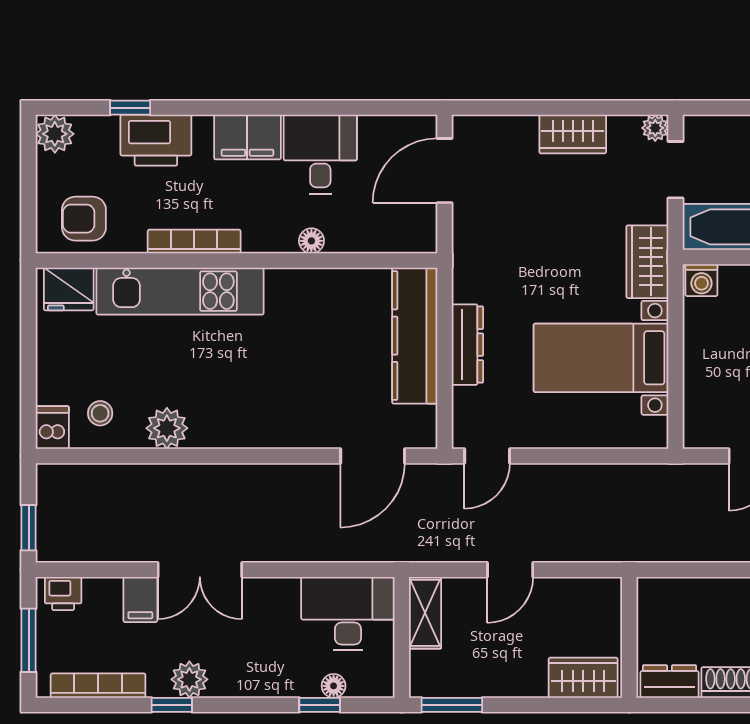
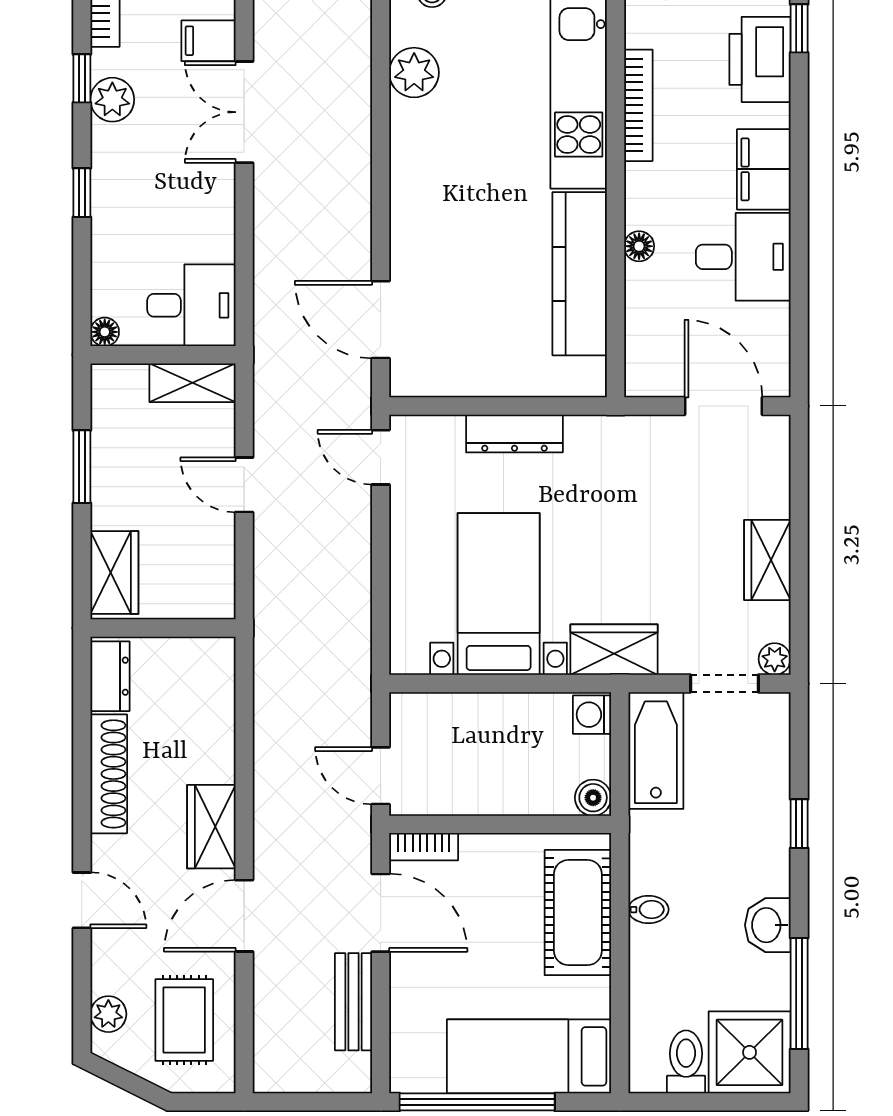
kitchen counter: (415, 336) -> (580, 274), moved, turned -90
desk: (348, 614) -> (191, 305), width x0.73
floor lamp: (334, 686) -> (105, 332), moved
window: (320, 705) -> (82, 193), moved
window: (452, 705) -> (82, 467), moved

